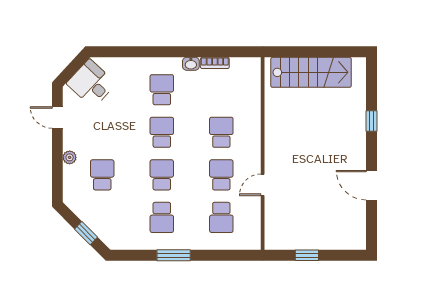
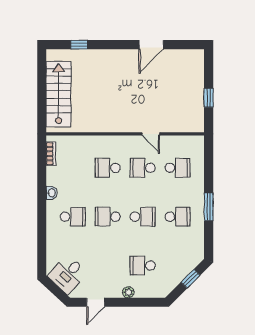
bookcase: (215, 63) -> (51, 154), moved
school desk: (162, 90) -> (73, 217), turned 180
window: (371, 121) -> (79, 45), moved
school desk: (162, 175) -> (143, 217), turned 180

